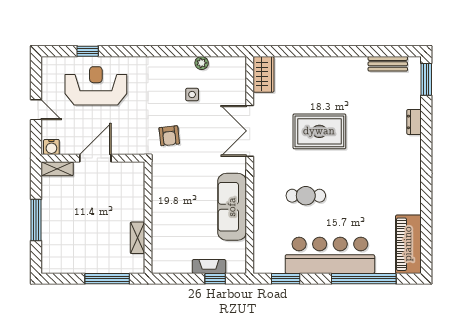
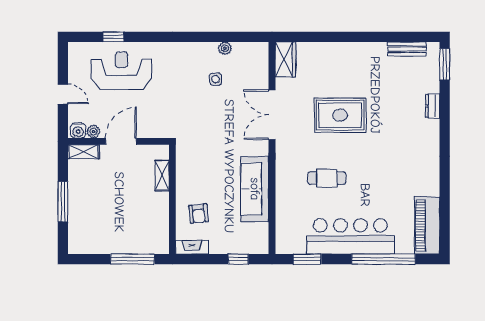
armchair: (169, 136) -> (199, 214), moved
plant: (67, 148) -> (94, 131), added
shelving: (137, 238) -> (162, 175), moved
fireplace: (209, 266) -> (192, 247), moved

